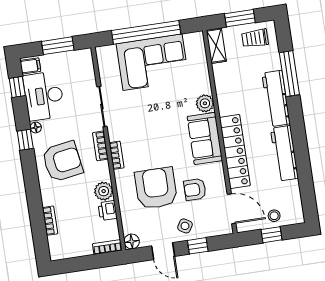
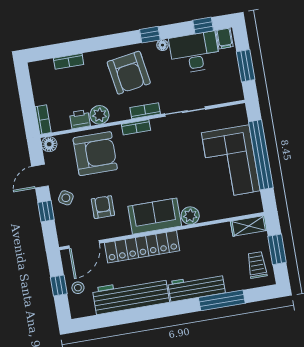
workbench: (284, 153) -> (131, 295), width x1.36, depth x1.32
armchair: (156, 188) -> (95, 154), moved

